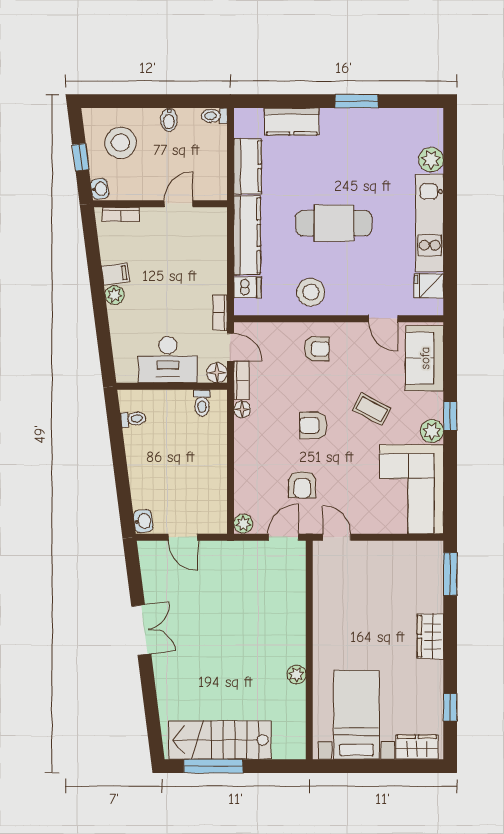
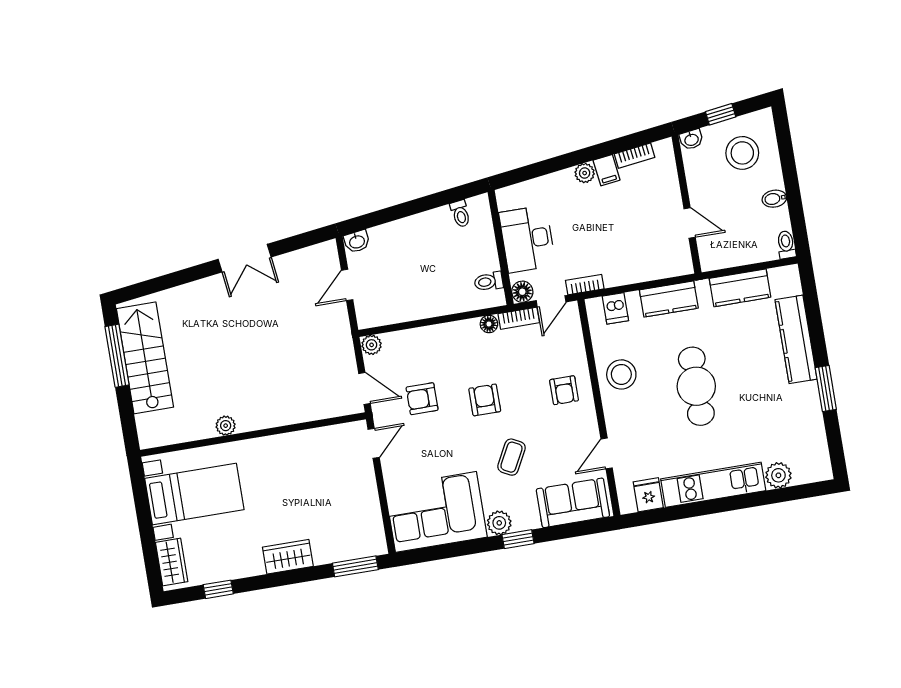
kitchen counter: (292, 121) -> (796, 339), width x1.50
bookcase: (121, 214) -> (634, 156), moved, turned -97
kitchen counter: (247, 235) -> (669, 299), width x0.67

